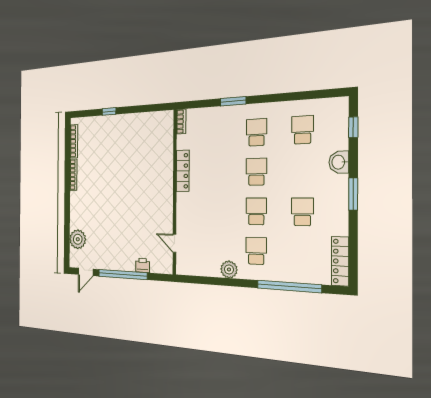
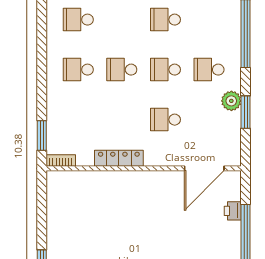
window: (233, 101) -> (42, 136), moved
school desk: (213, 211) -> (165, 120), added
door: (174, 243) -> (204, 168), width x1.87
window: (219, 281) -> (246, 112), added

